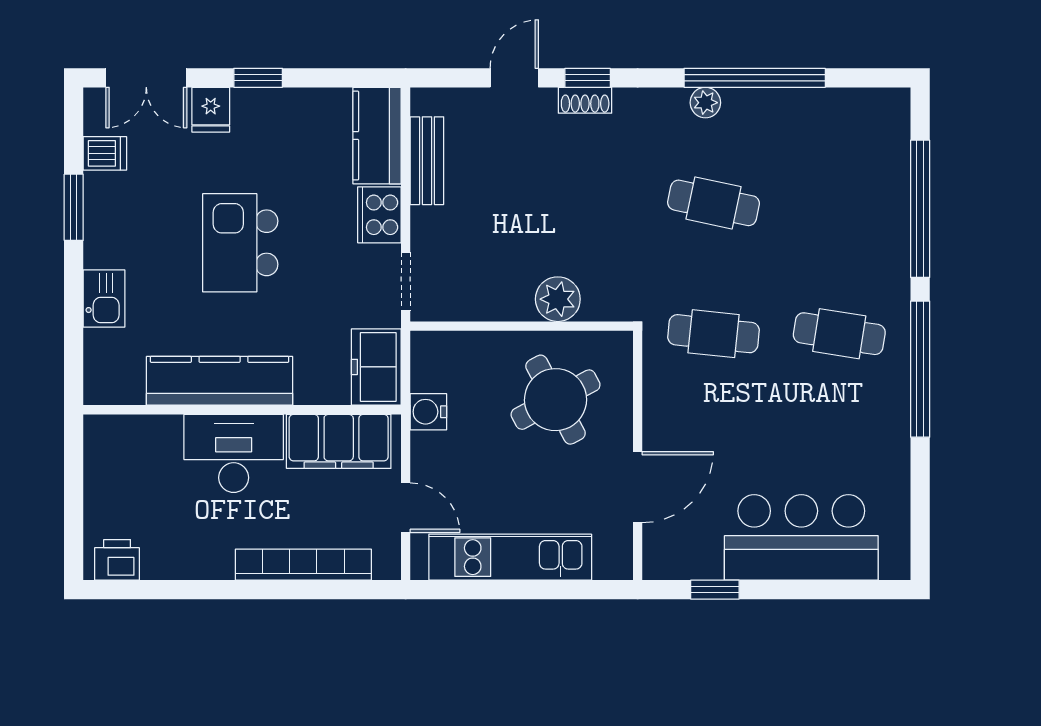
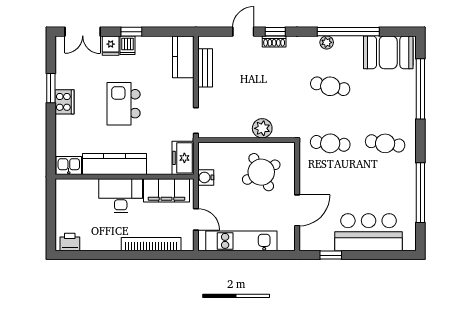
booth: (846, 125) -> (388, 52), added
dishwasher: (105, 153) -> (128, 45), moved, turned 90
cooker: (379, 215) -> (64, 102), moved, turned 180
kitchen sink: (104, 299) -> (69, 165), moved, turned -90
window: (920, 369) -> (420, 193), moved

